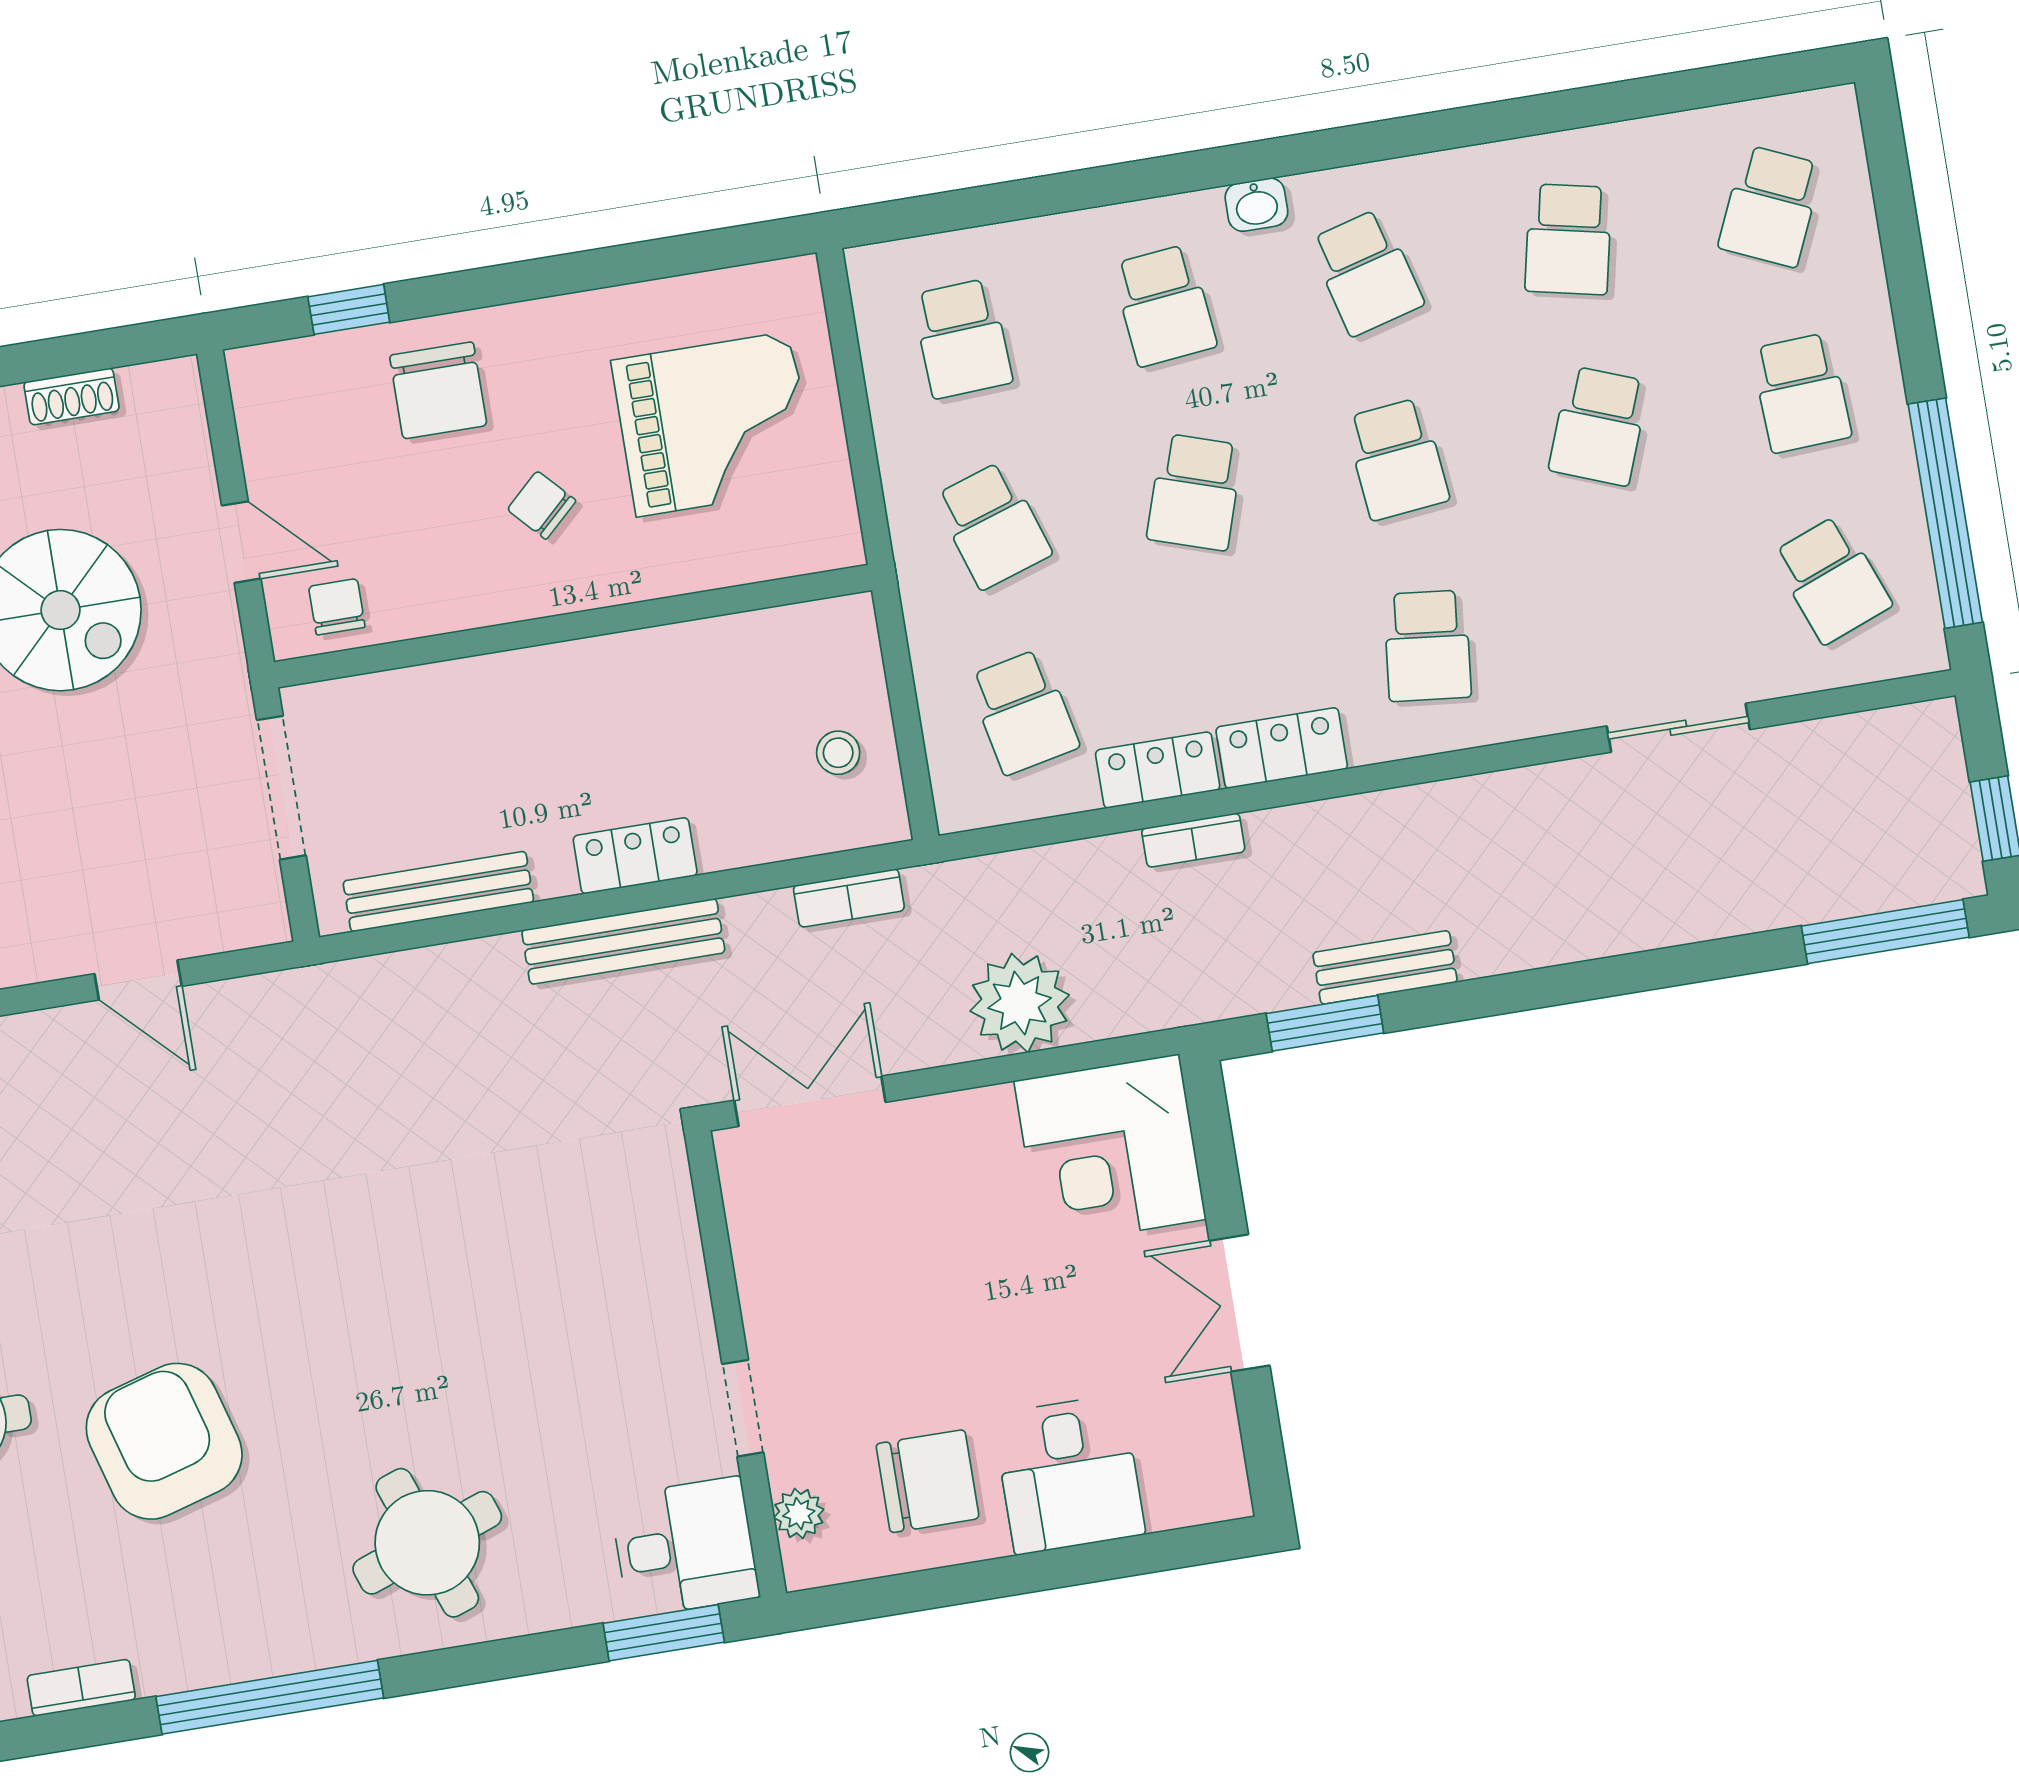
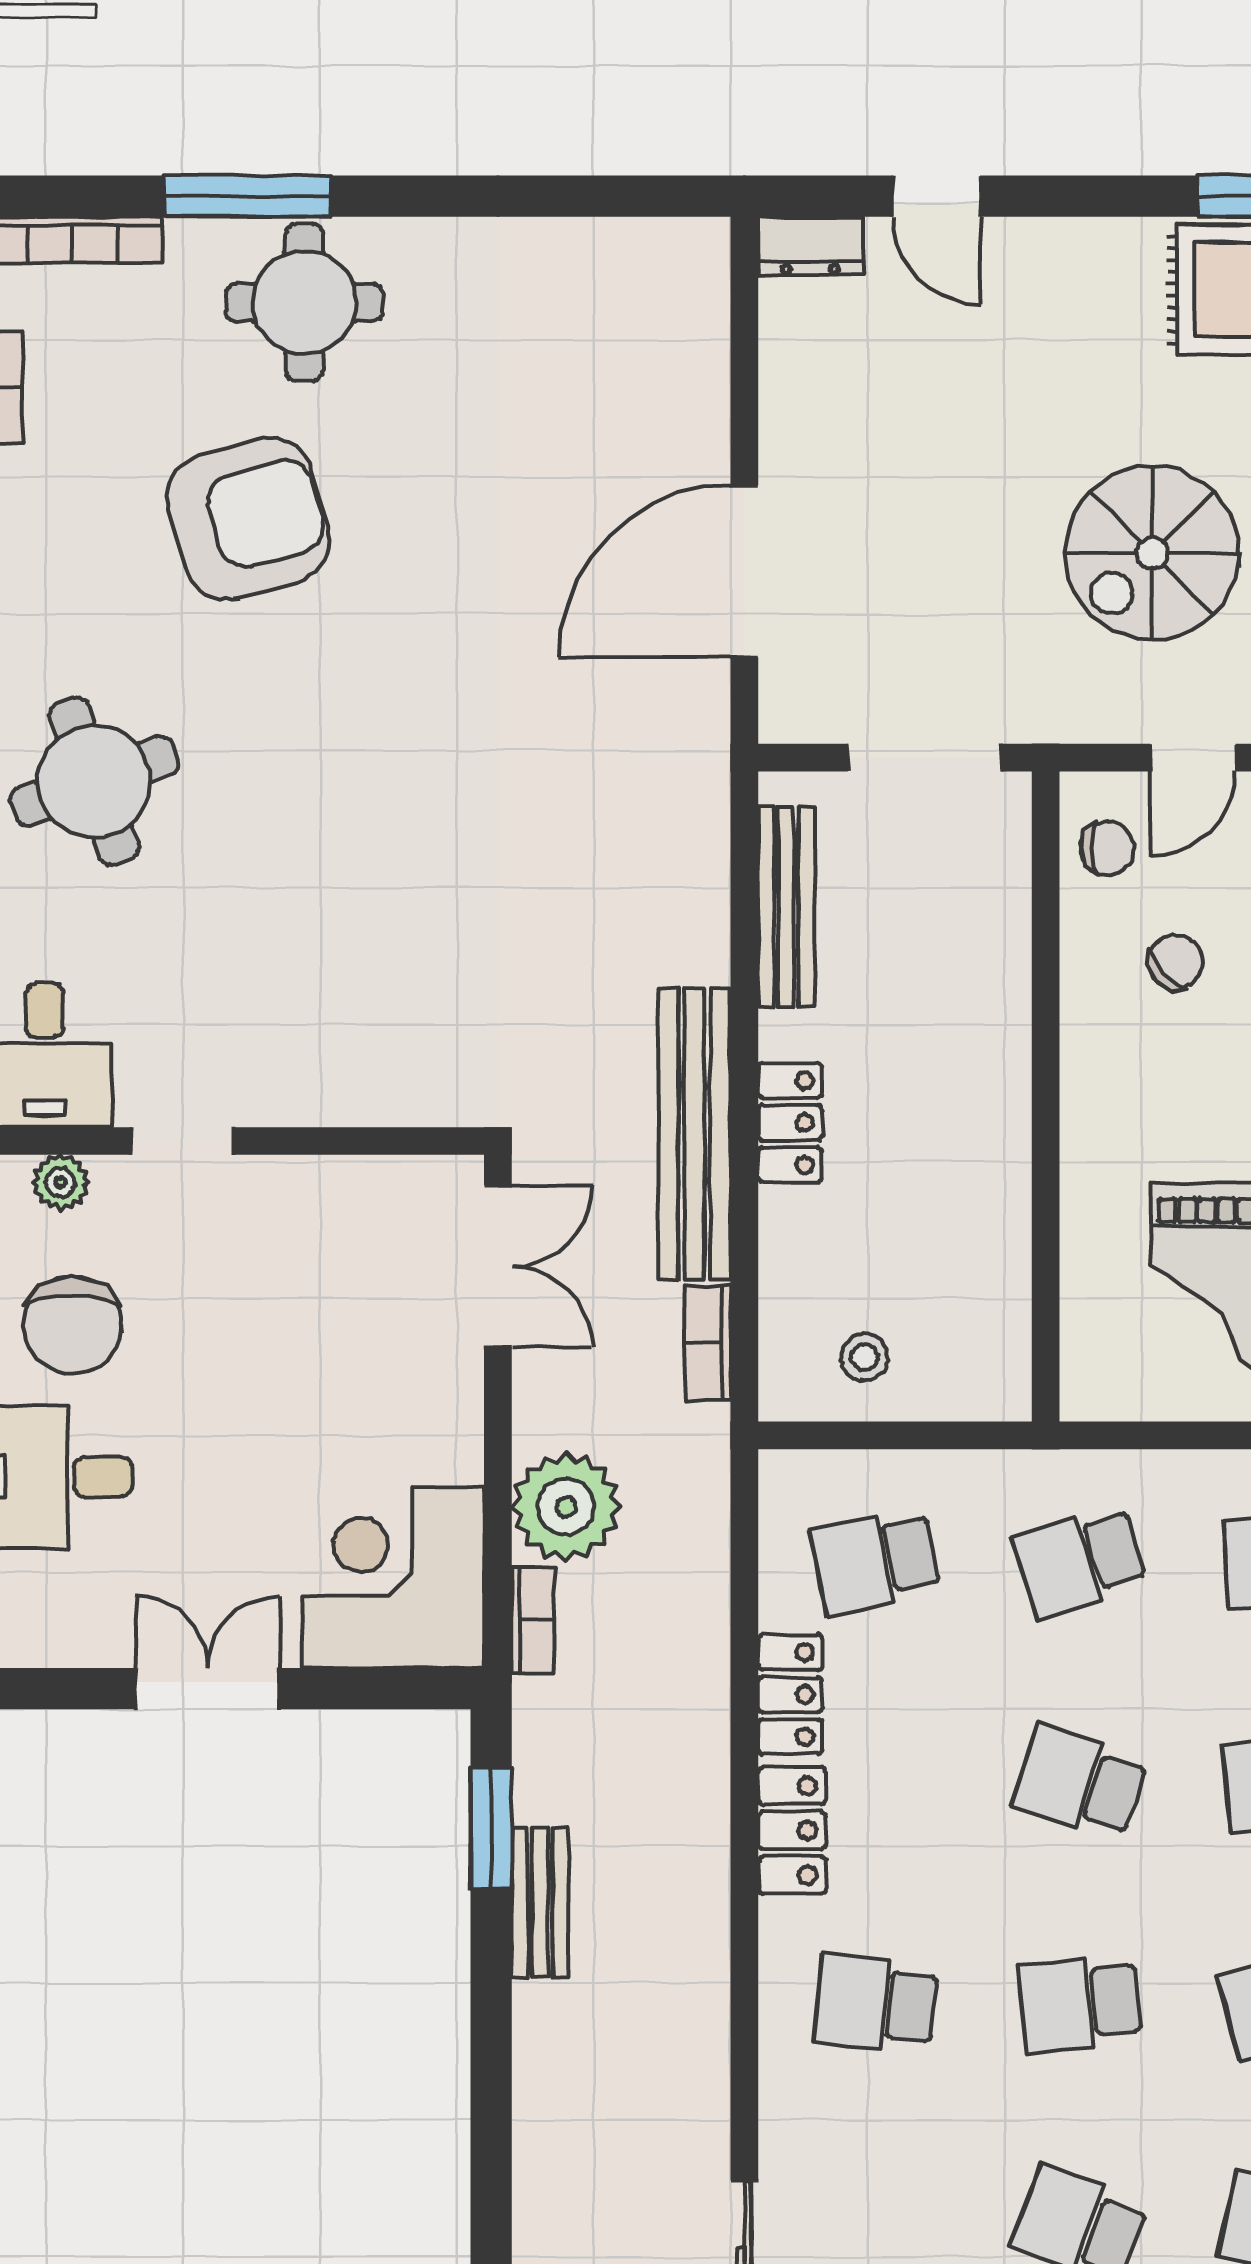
chair: (542, 505) -> (1175, 962), moved
bookcase: (1193, 840) -> (533, 1620), moved, turned 180
bench: (623, 941) -> (694, 1134), width x1.37, depth x1.21
door: (138, 980) -> (744, 571), width x1.87

